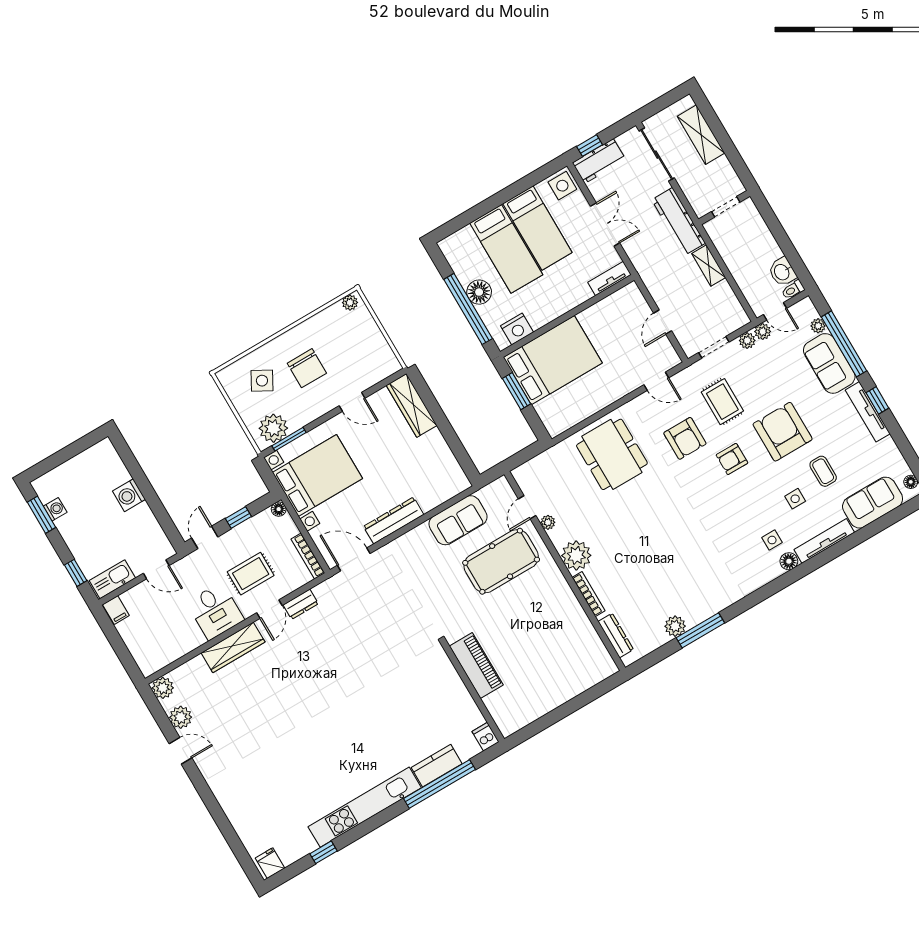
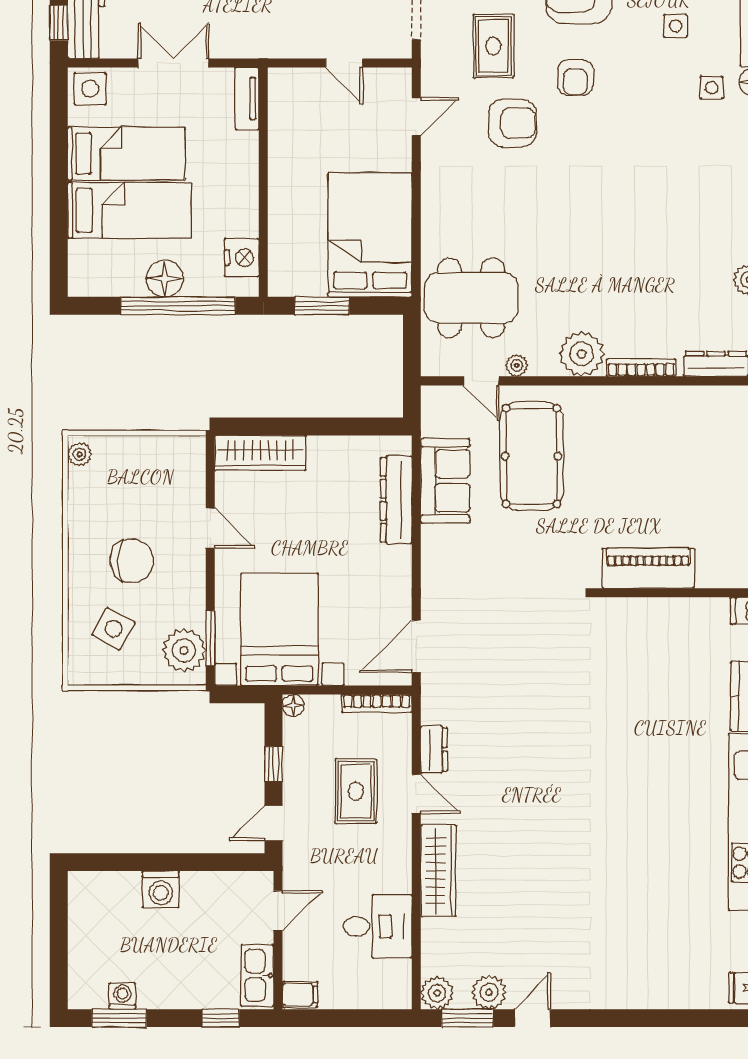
bed: (553, 360) -> (370, 235), moved
door: (352, 402) -> (210, 528), hinge flipped
rug: (722, 402) -> (493, 46), turned 90
dining table: (612, 454) -> (471, 298), moved
dresser: (394, 520) -> (396, 500), moved
door: (205, 537) -> (274, 823), hinge flipped
desk: (215, 611) -> (378, 926), moved
window: (159, 714) -> (467, 1018), added

